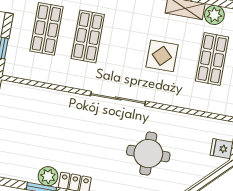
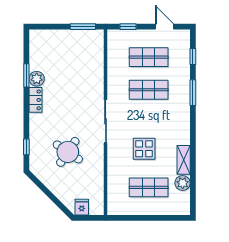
round table: (148, 154) -> (68, 152), turned 34

